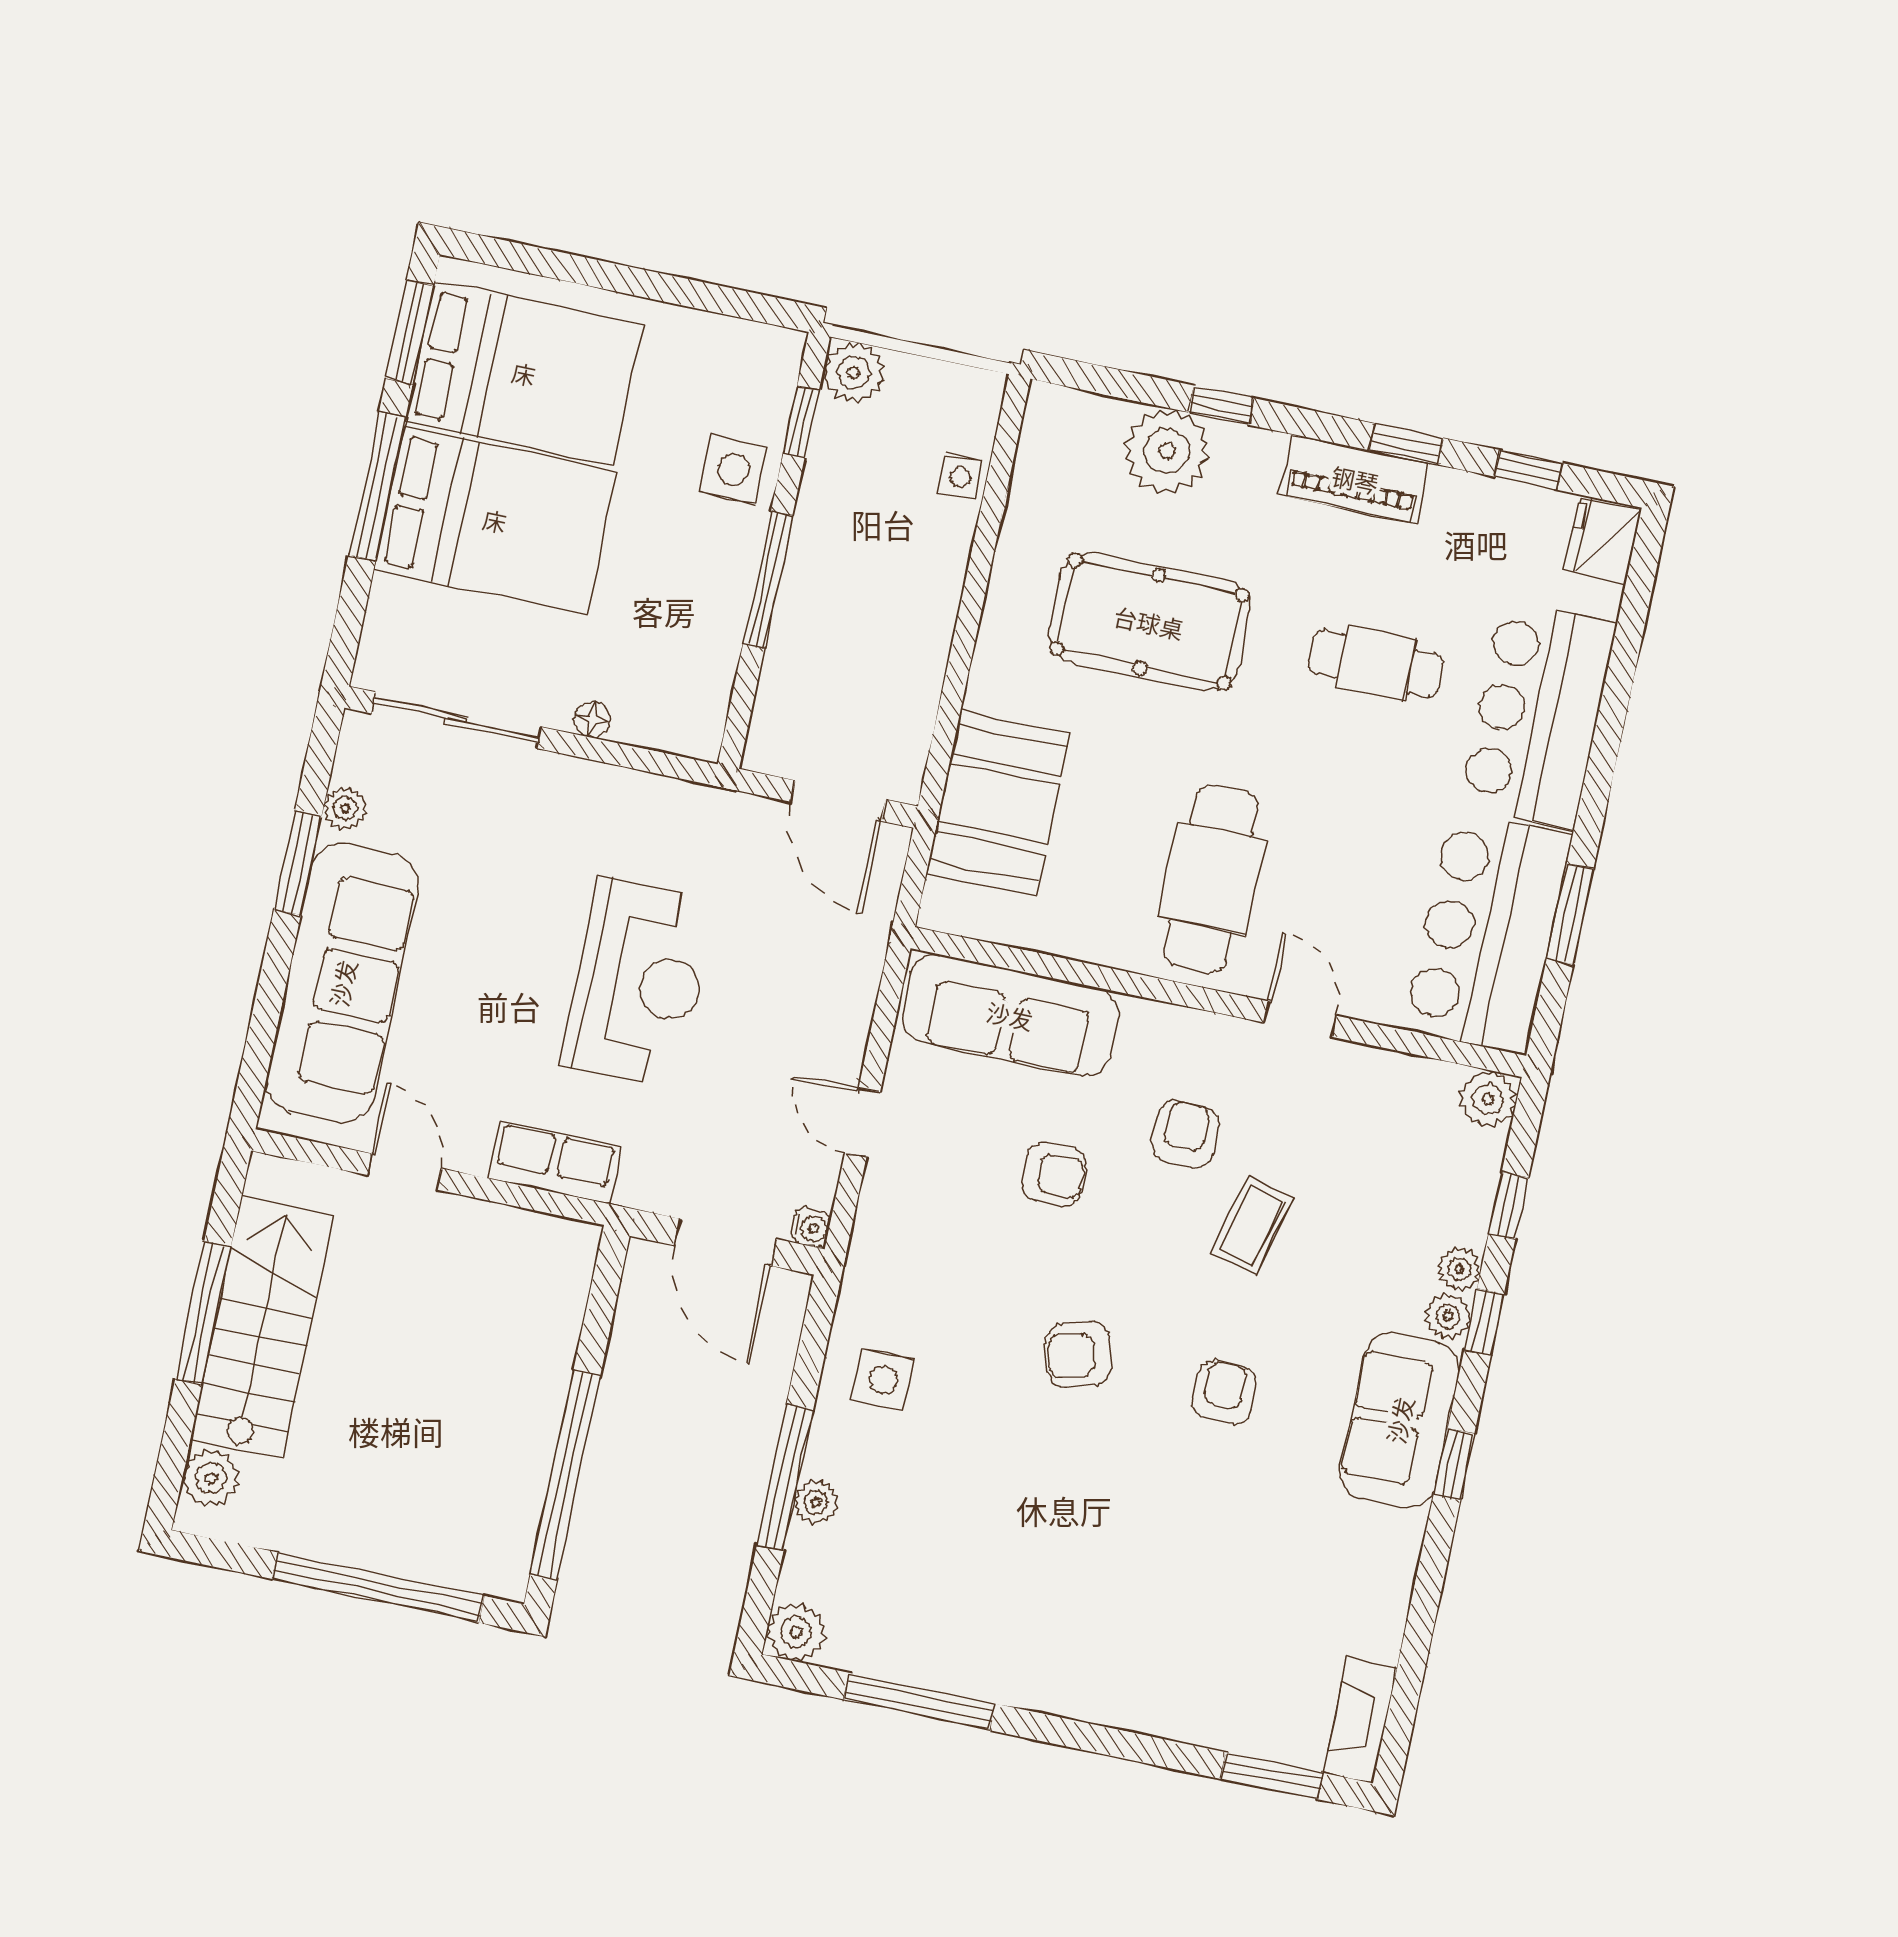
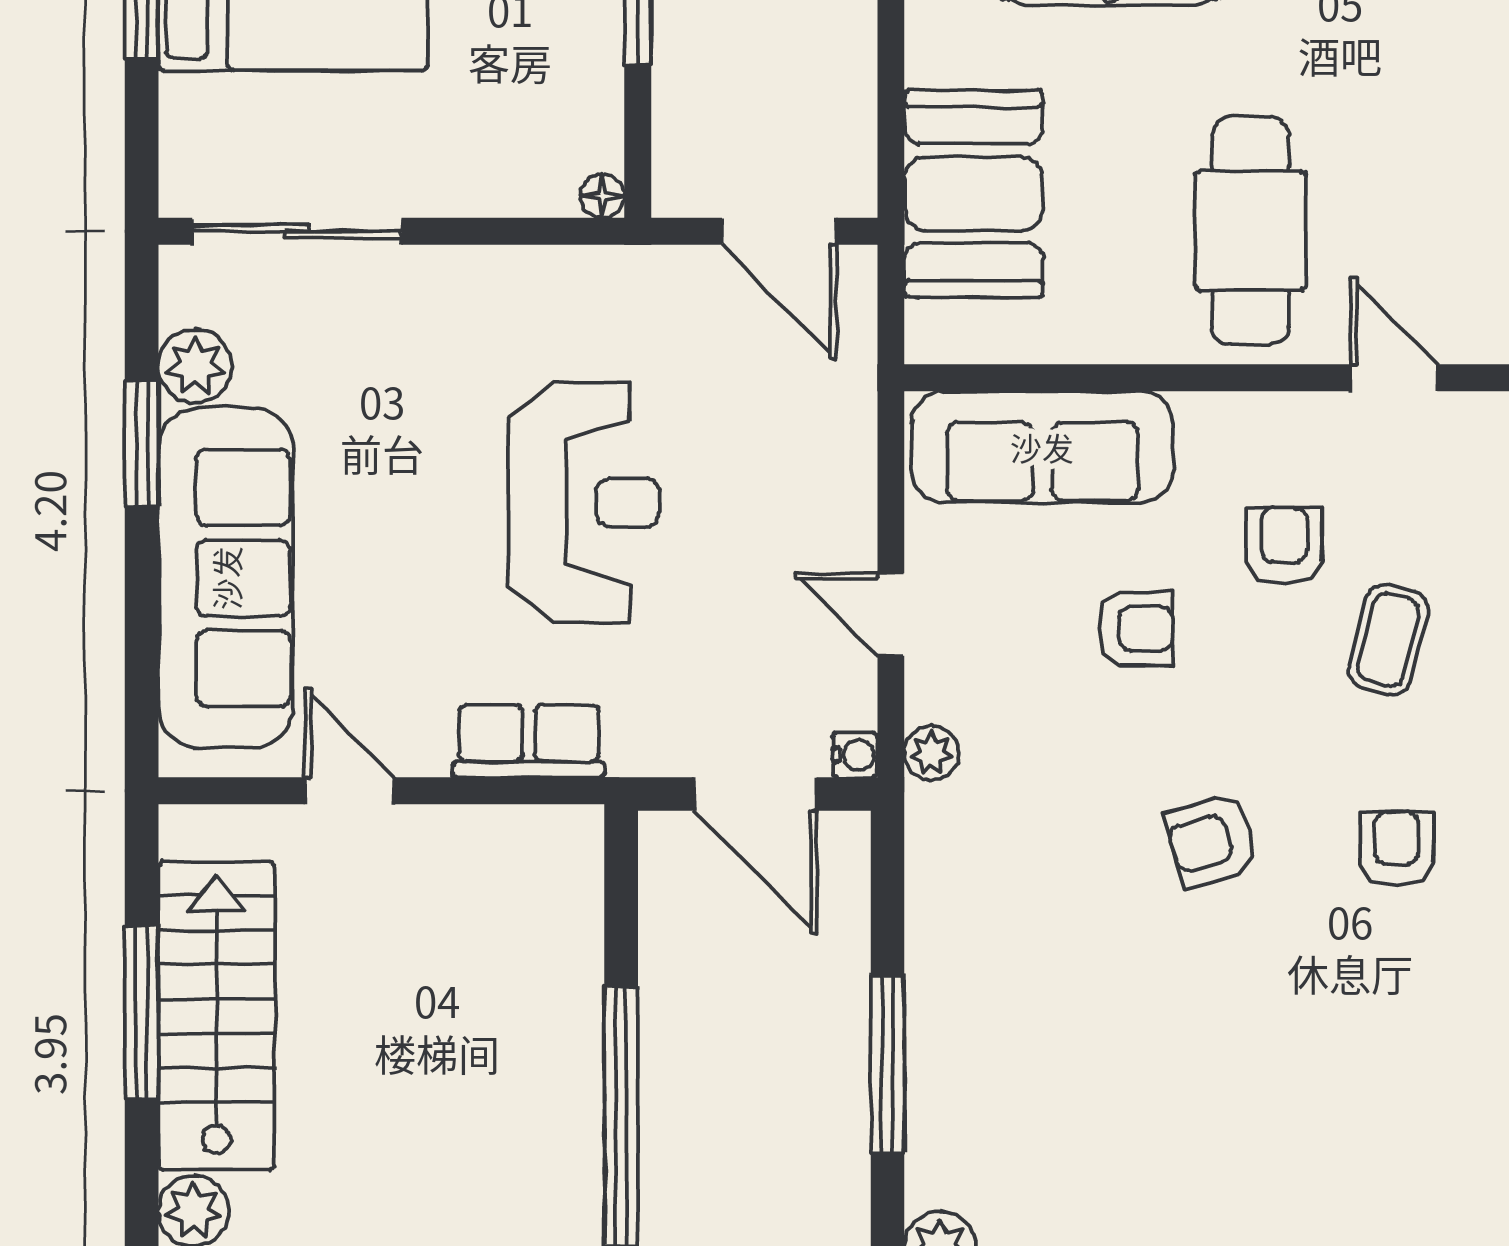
floor lamp: (592, 720) -> (603, 196), moved
plant: (345, 808) -> (195, 366), width x1.38, depth x1.38
side table: (883, 1380) -> (981, 920), removed
plant: (816, 1502) -> (931, 753), moved

